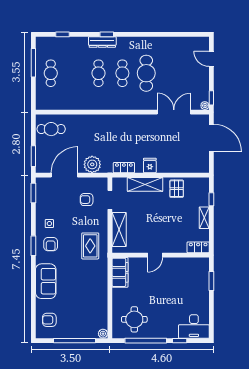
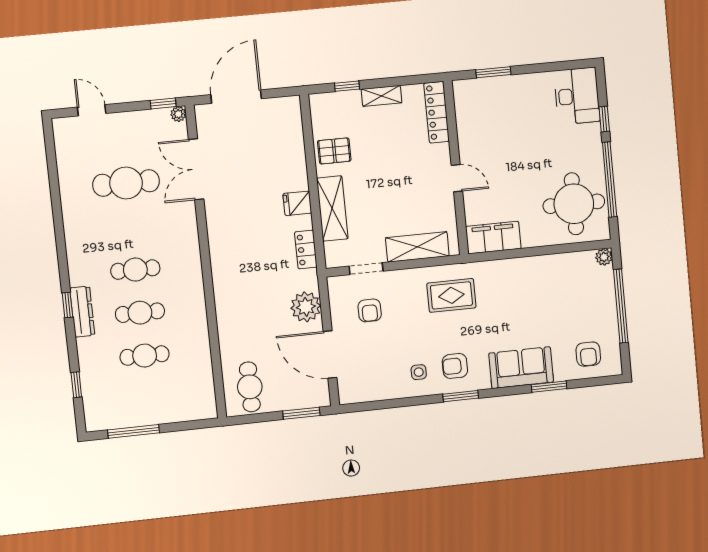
door: (211, 59) -> (92, 110), swing flipped
cafe table: (51, 73) -> (145, 356), moved
cafe table: (146, 73) -> (126, 183), moved
window: (33, 193) -> (549, 387), moved
armchair: (51, 244) -> (455, 366), turned 180
locker: (198, 247) -> (437, 112), width x1.53
round table: (134, 319) -> (574, 204), width x1.36, depth x1.36

